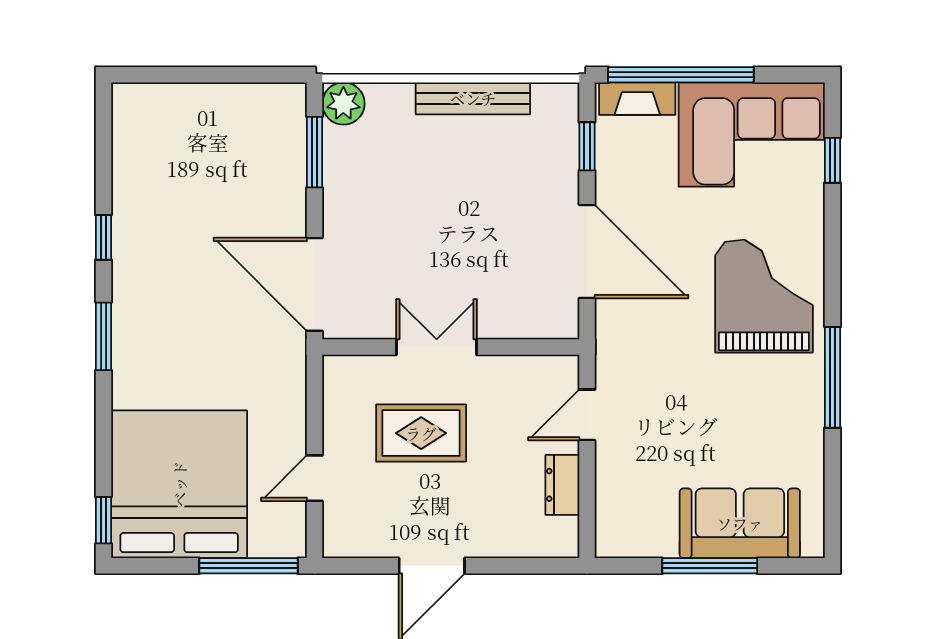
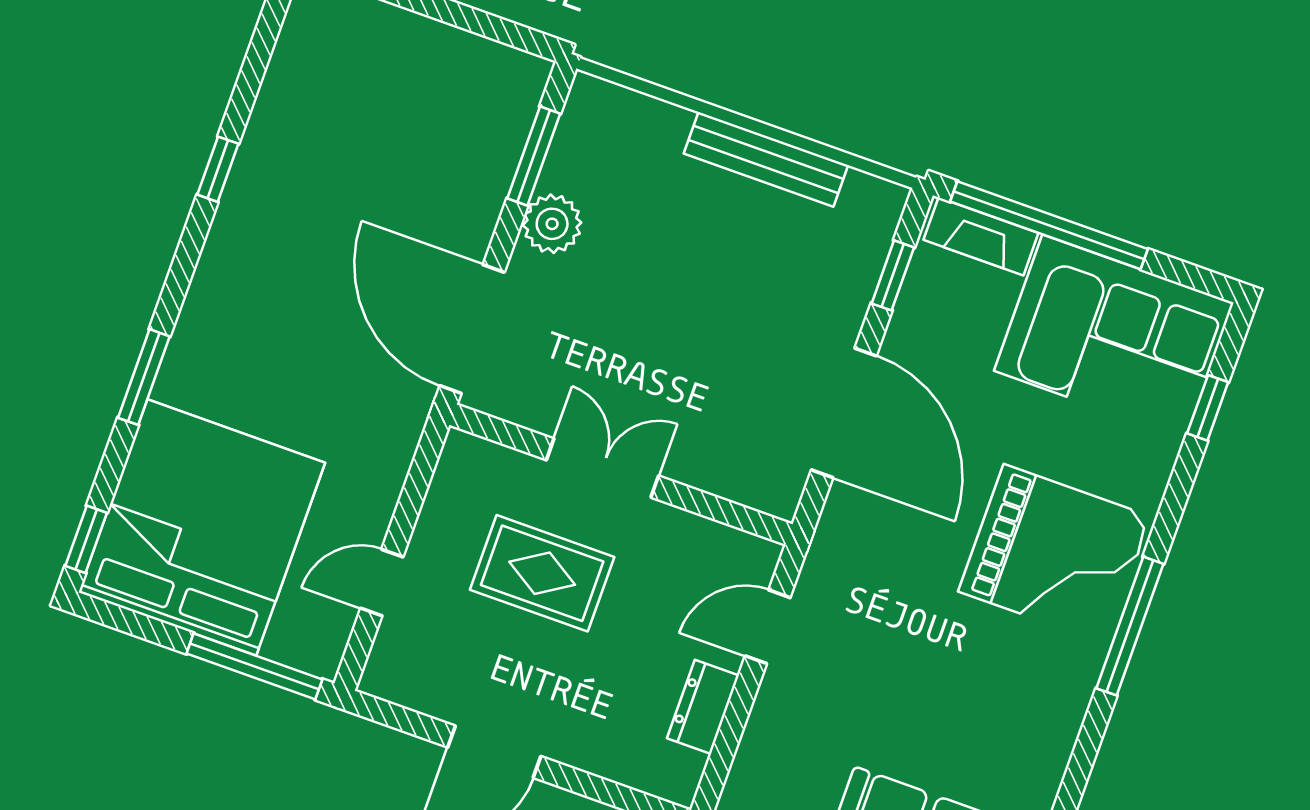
plant: (343, 104) -> (552, 224), moved
grand piano: (764, 296) -> (1055, 554), turned 90
window: (104, 336) -> (144, 377), moved
window: (832, 377) -> (1130, 626), moved

